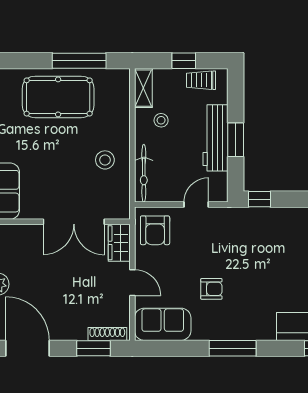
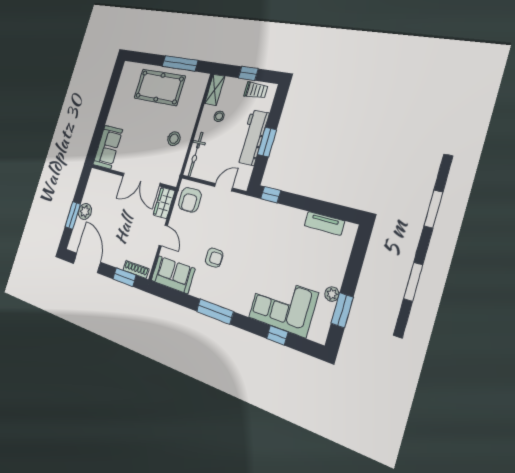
trolley: (201, 80) -> (256, 90), turned 180

